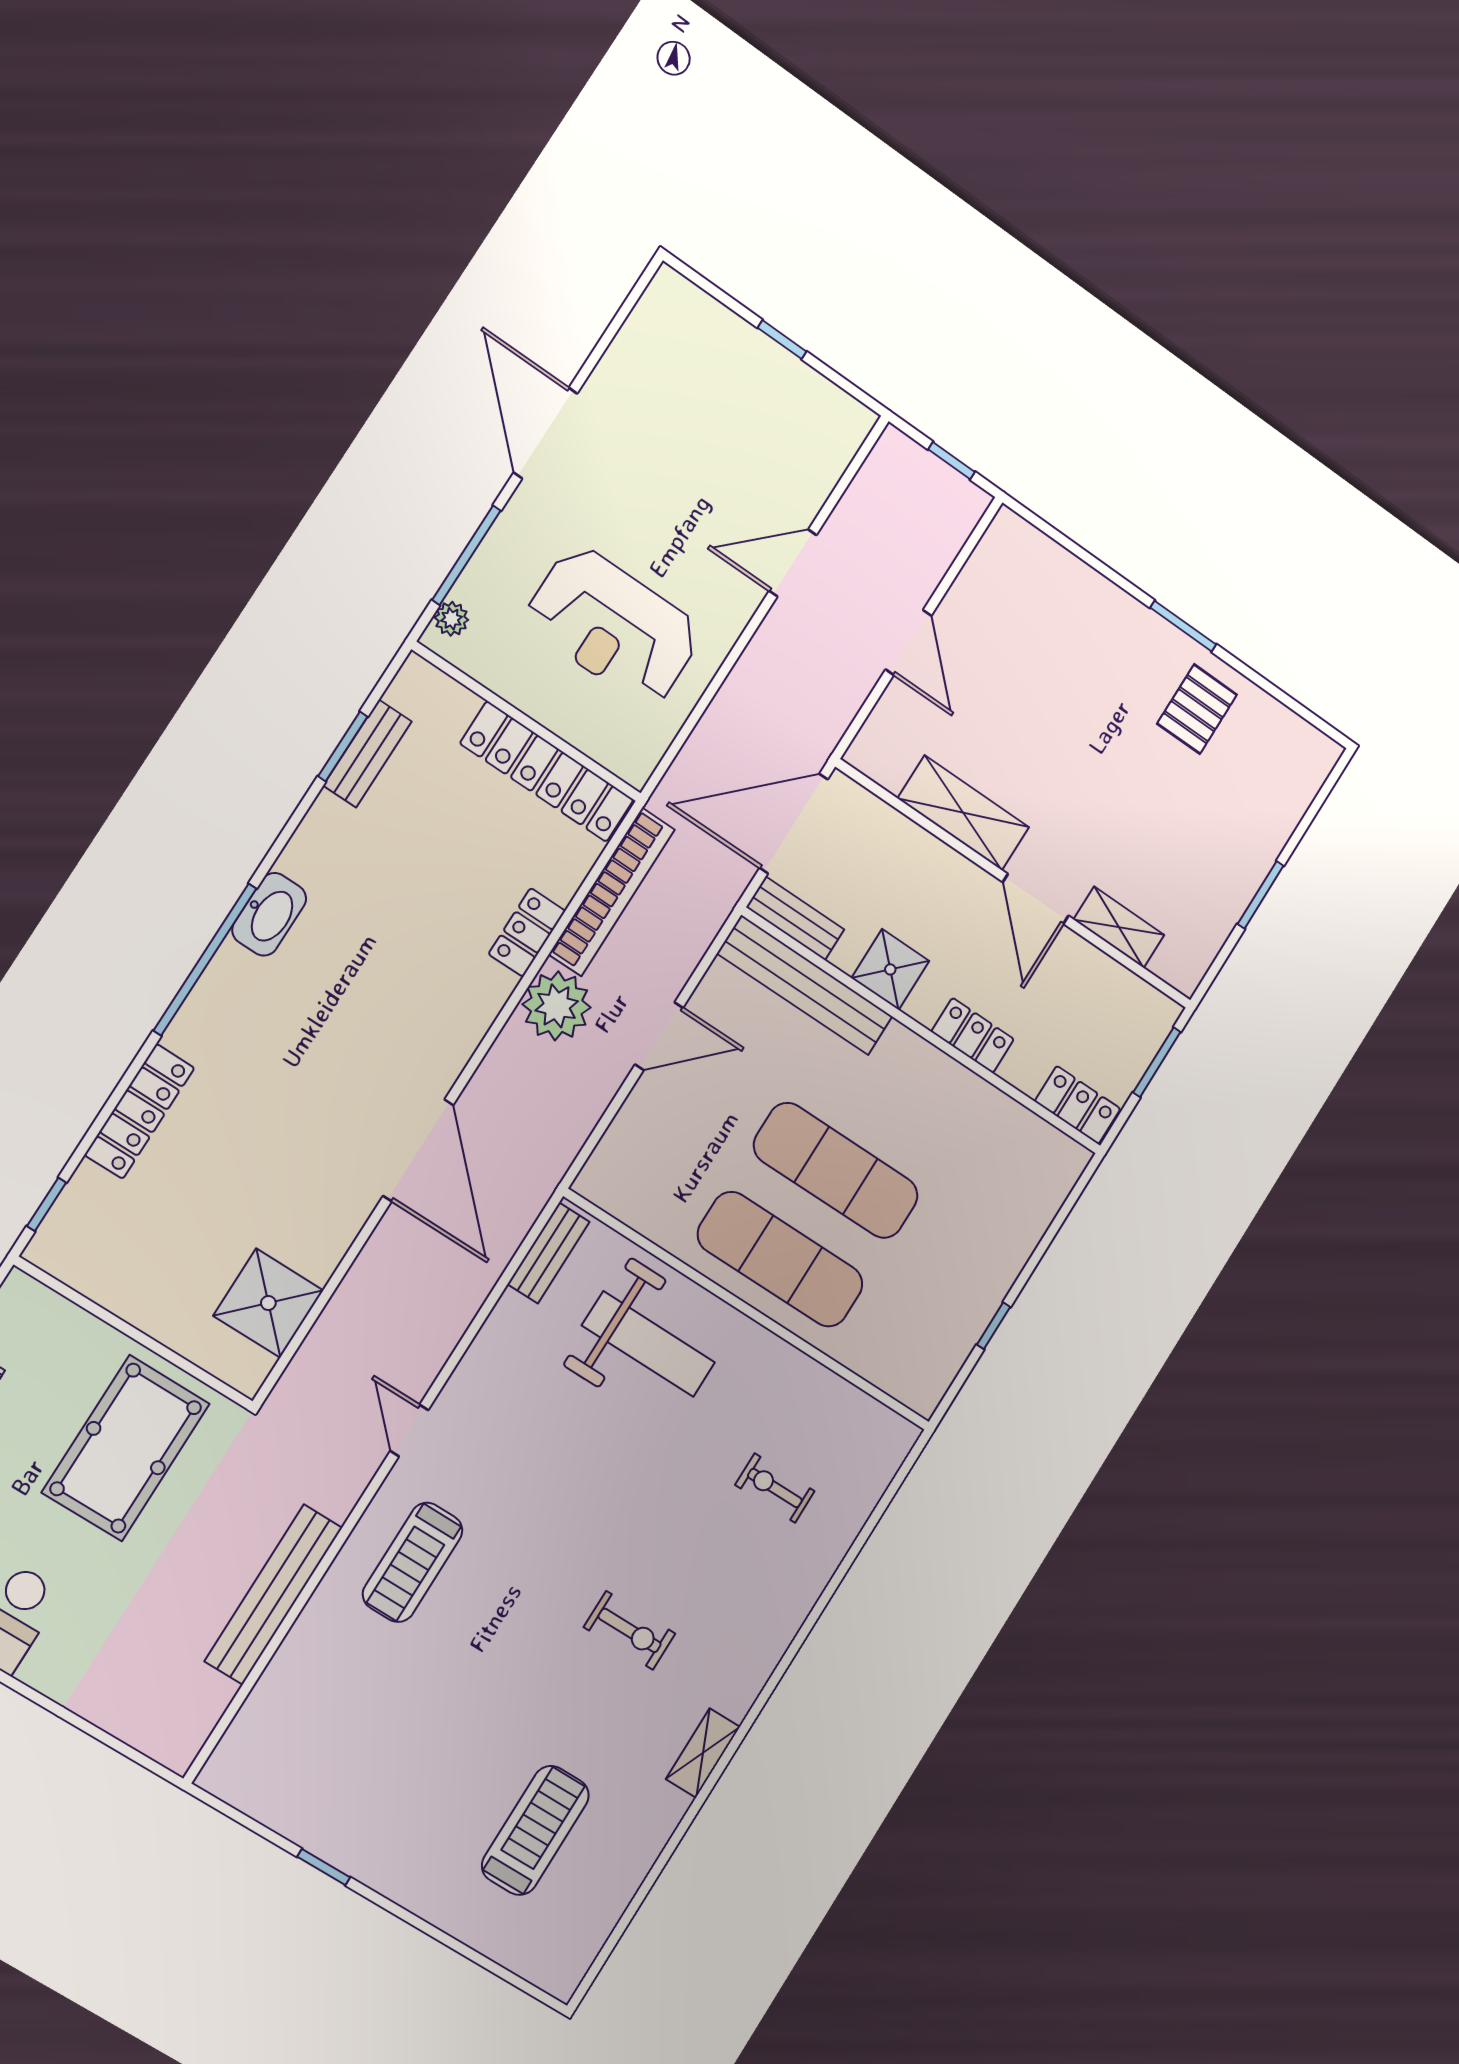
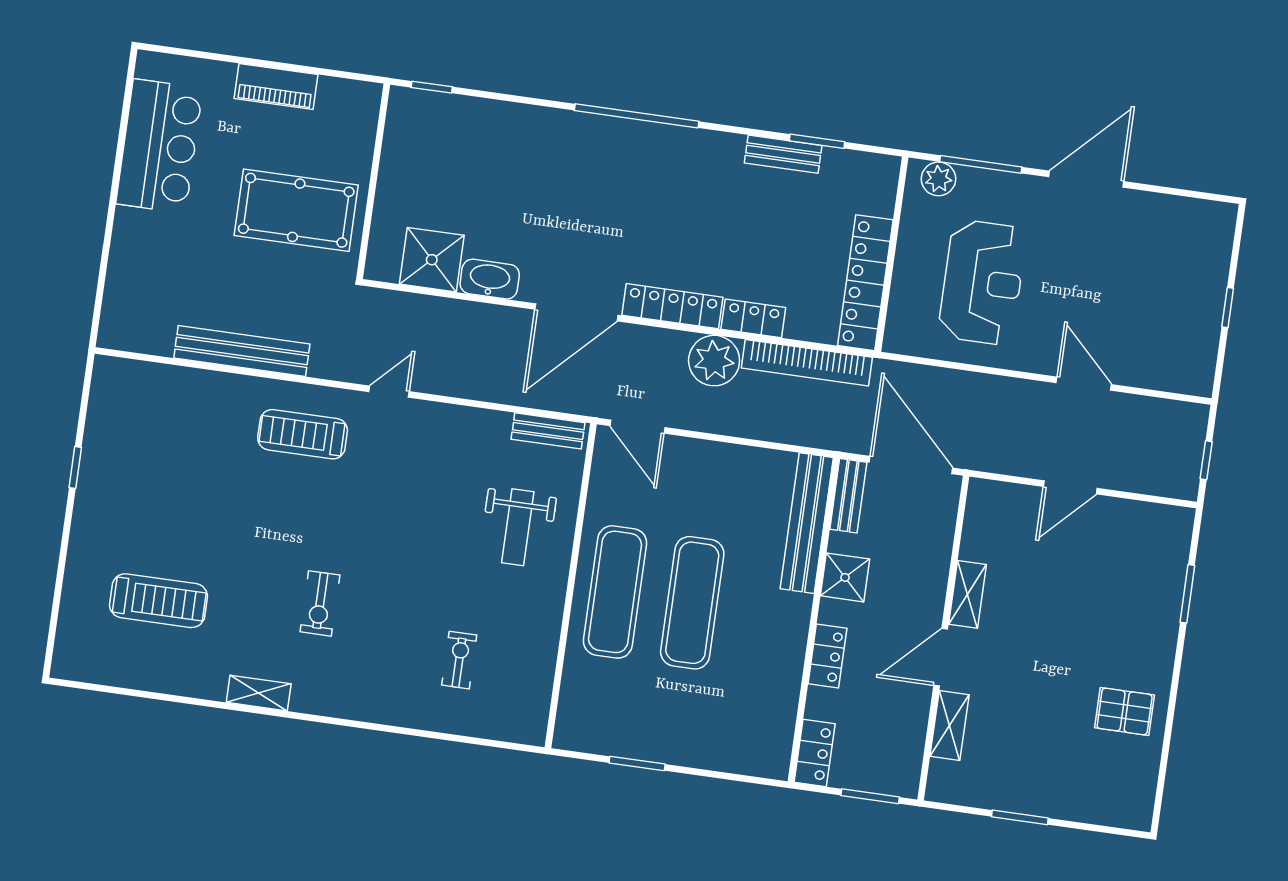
plant: (451, 619) -> (939, 179), width x1.38, depth x1.38
reception desk: (613, 626) -> (982, 282), turned 180
window: (1183, 626) -> (1187, 594), moved
bench: (367, 753) -> (783, 154), moved
shelving: (963, 813) -> (967, 594), width x0.67, depth x0.75
washbasin: (269, 914) -> (490, 279), moved, turned 180
door: (659, 1036) -> (637, 427), moved
locker: (139, 1111) -> (672, 306), moved, turned 180
window: (994, 1326) -> (637, 764), width x1.50
weight bench: (648, 1344) -> (518, 527), width x0.73, depth x0.75

